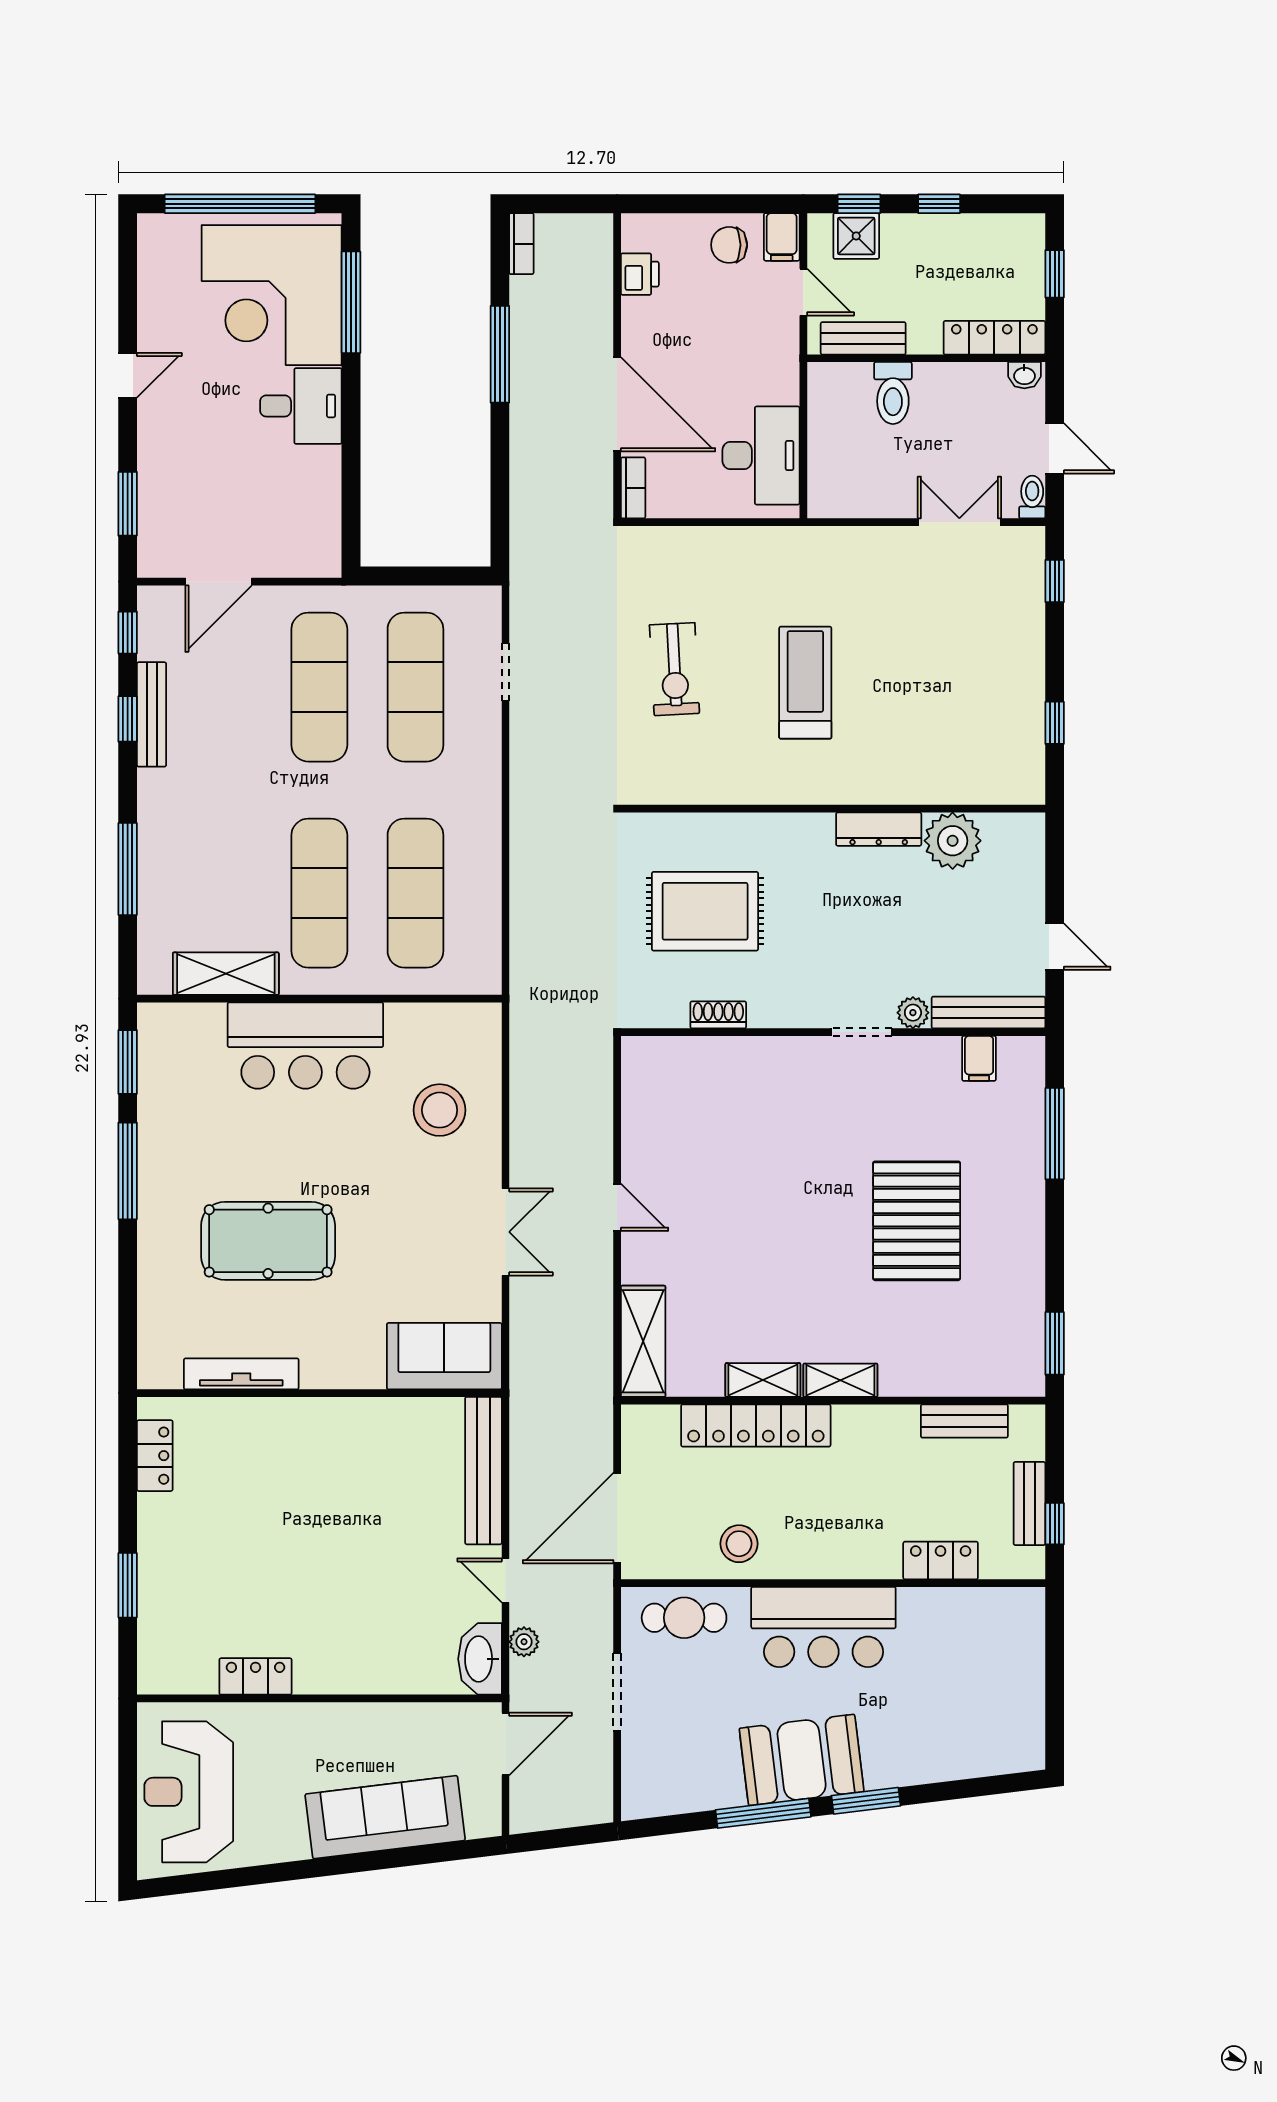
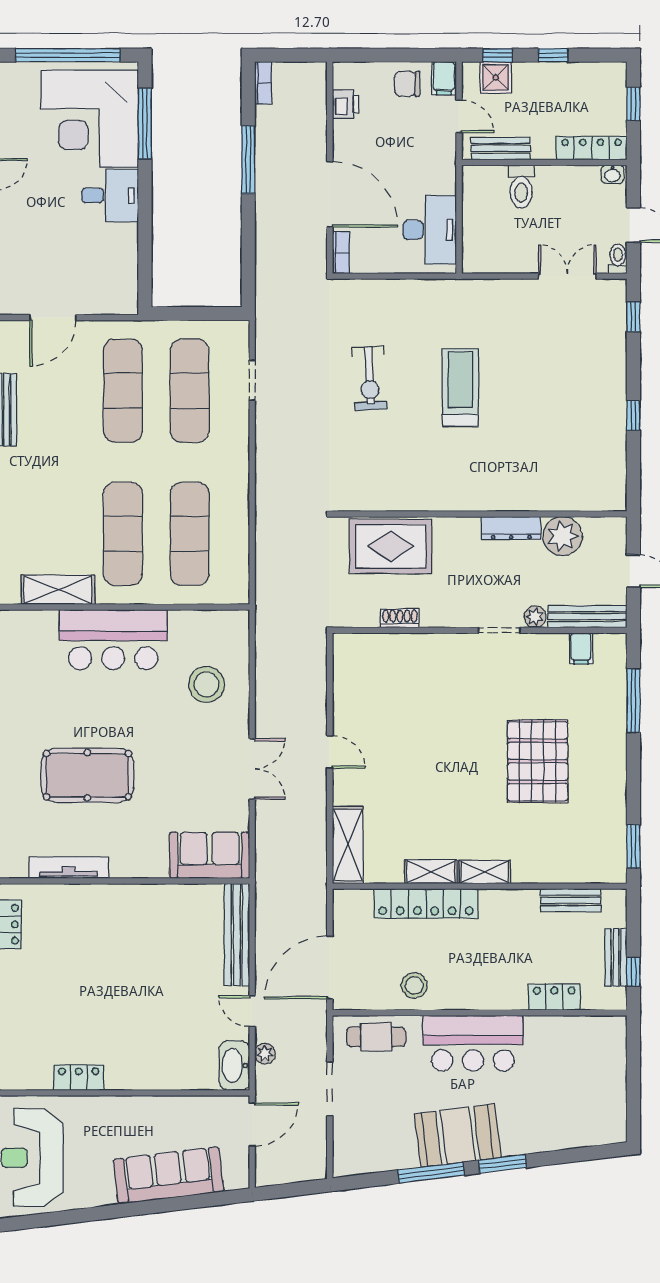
wall: (833, 809) -> (480, 514), moved
dresser: (879, 829) -> (511, 528), moved
plant: (953, 841) -> (563, 536), moved

